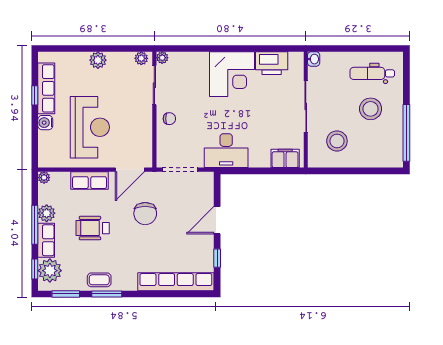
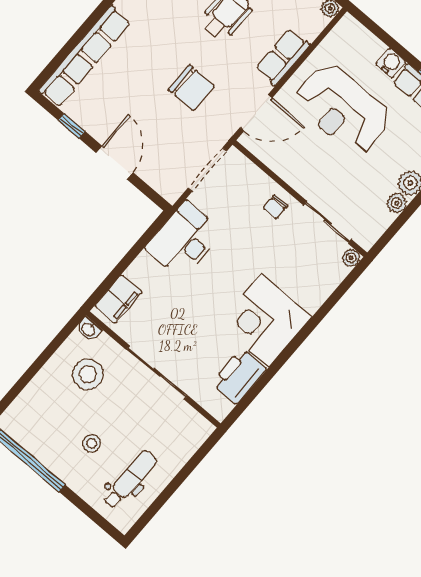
plant: (141, 58) -> (397, 203), moved
washbasin: (314, 59) -> (89, 329), moved
stool: (371, 109) -> (92, 443), width x0.53, depth x0.53
door: (130, 170) -> (256, 113), swing flipped
chair: (145, 214) -> (192, 88), turned 180

